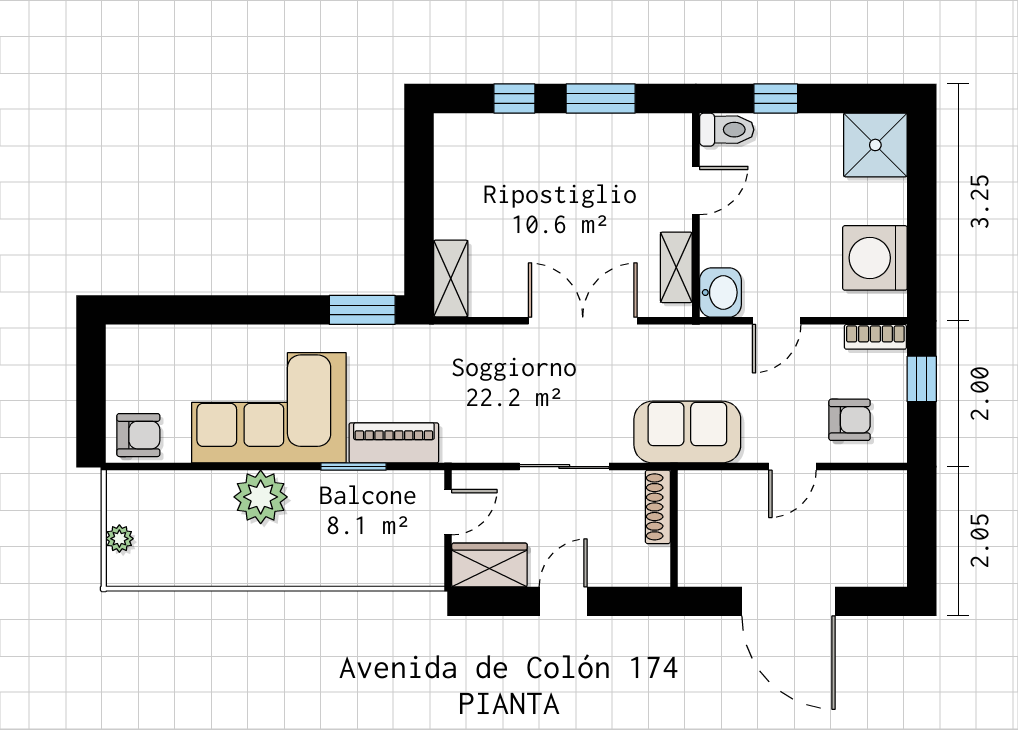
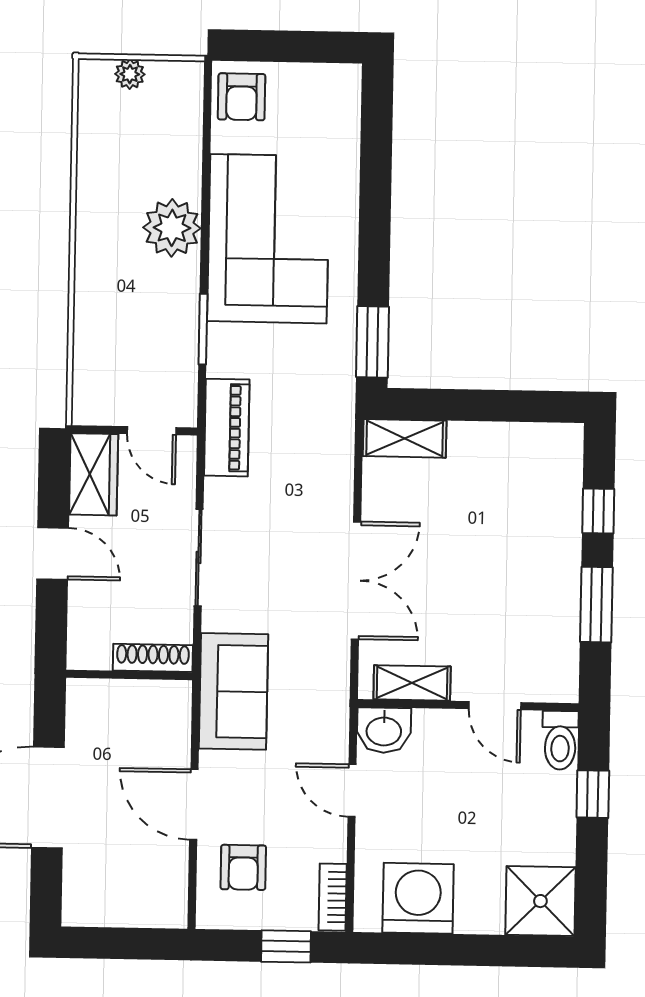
piano: (394, 443) -> (227, 428), moved
door: (792, 467) -> (194, 805), width x1.38

